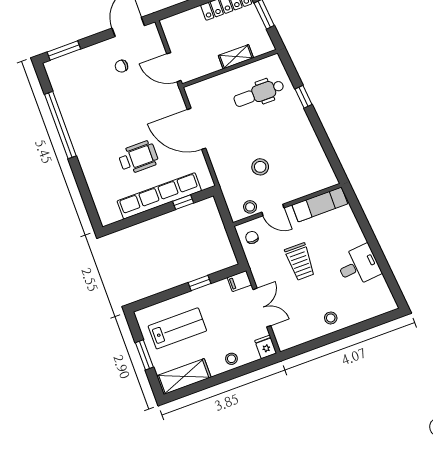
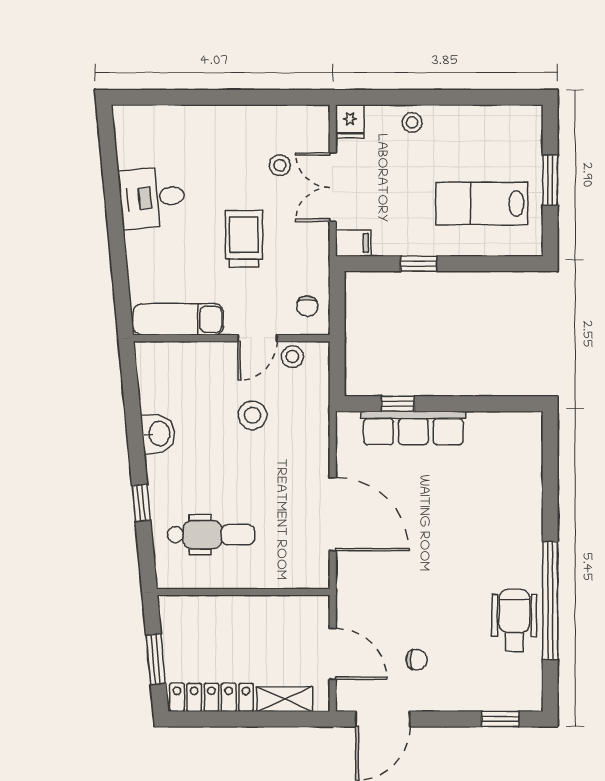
window: (64, 50) -> (500, 719), width x0.67
shelving: (236, 57) -> (285, 699), moved
door: (174, 67) -> (333, 654), moved
washbasin: (308, 138) -> (158, 434), added
wheelchair: (138, 157) -> (514, 620), moved, turned 90
row of seats: (159, 196) -> (413, 428), width x0.73
door: (273, 210) -> (257, 338), swing flipped
stool: (331, 318) -> (280, 165), moved
shelving: (184, 377) -> (499, 122), removed

